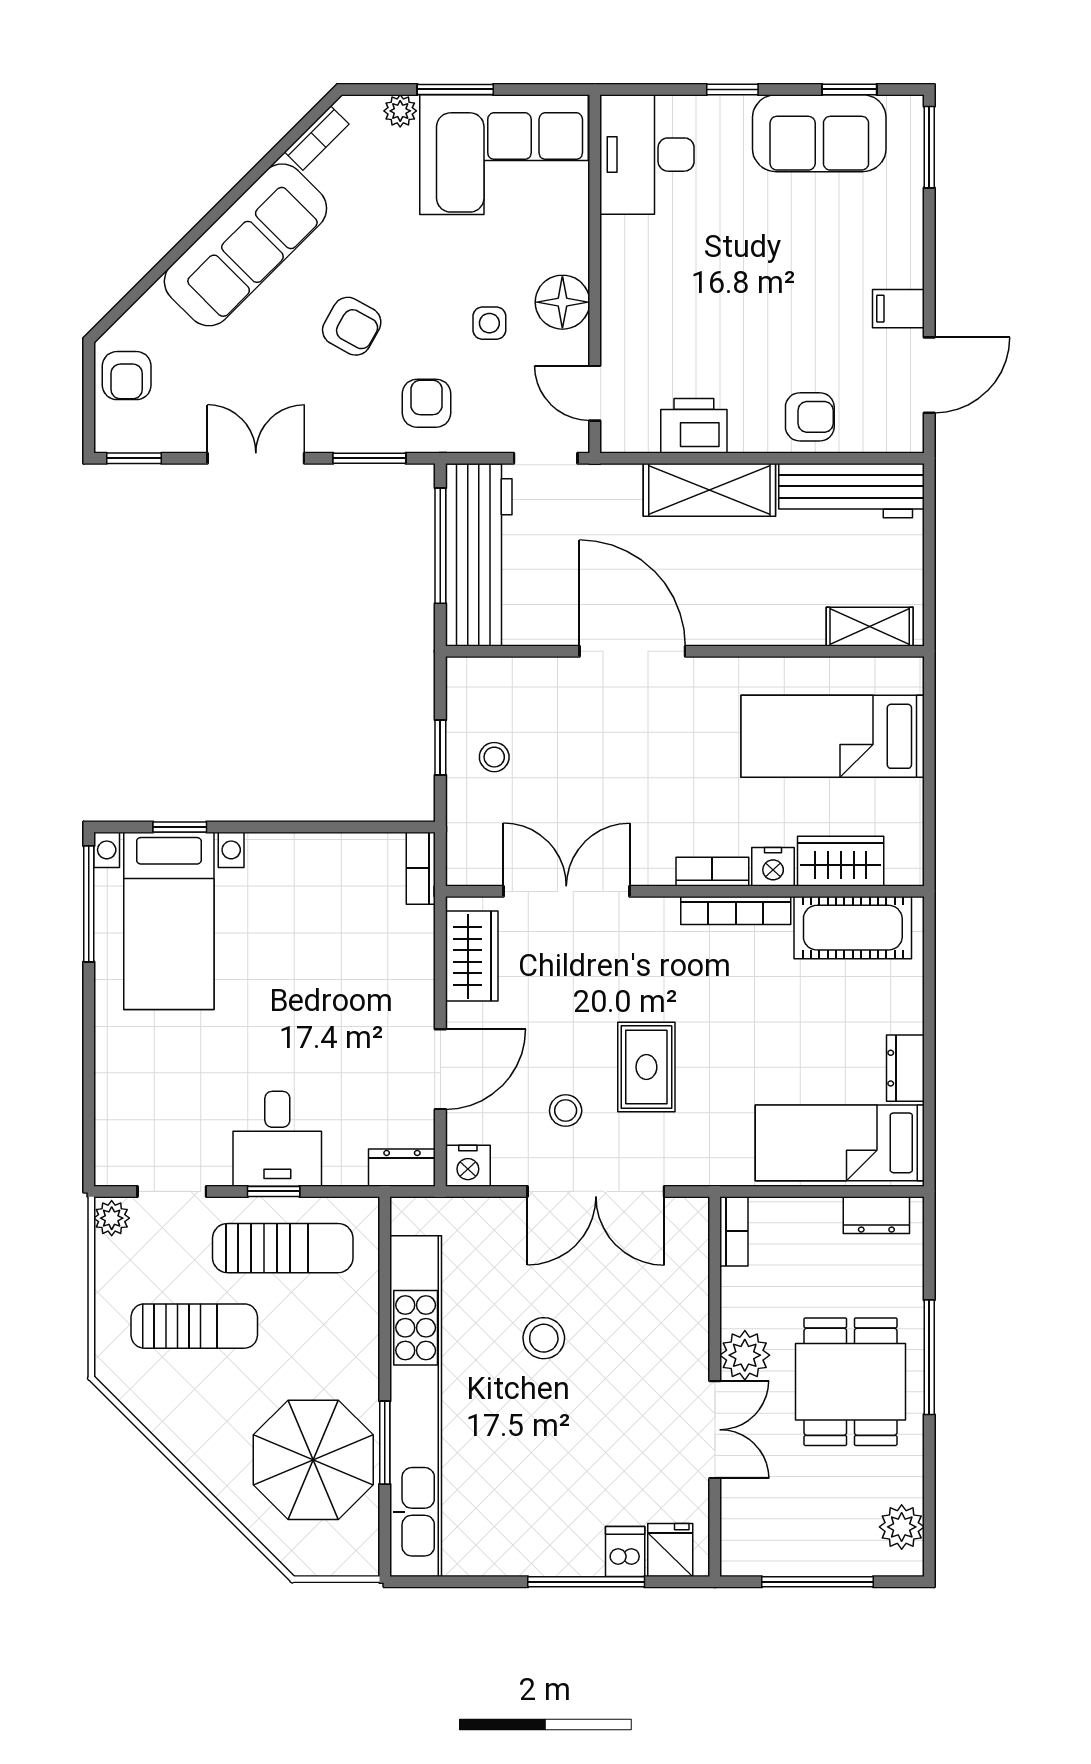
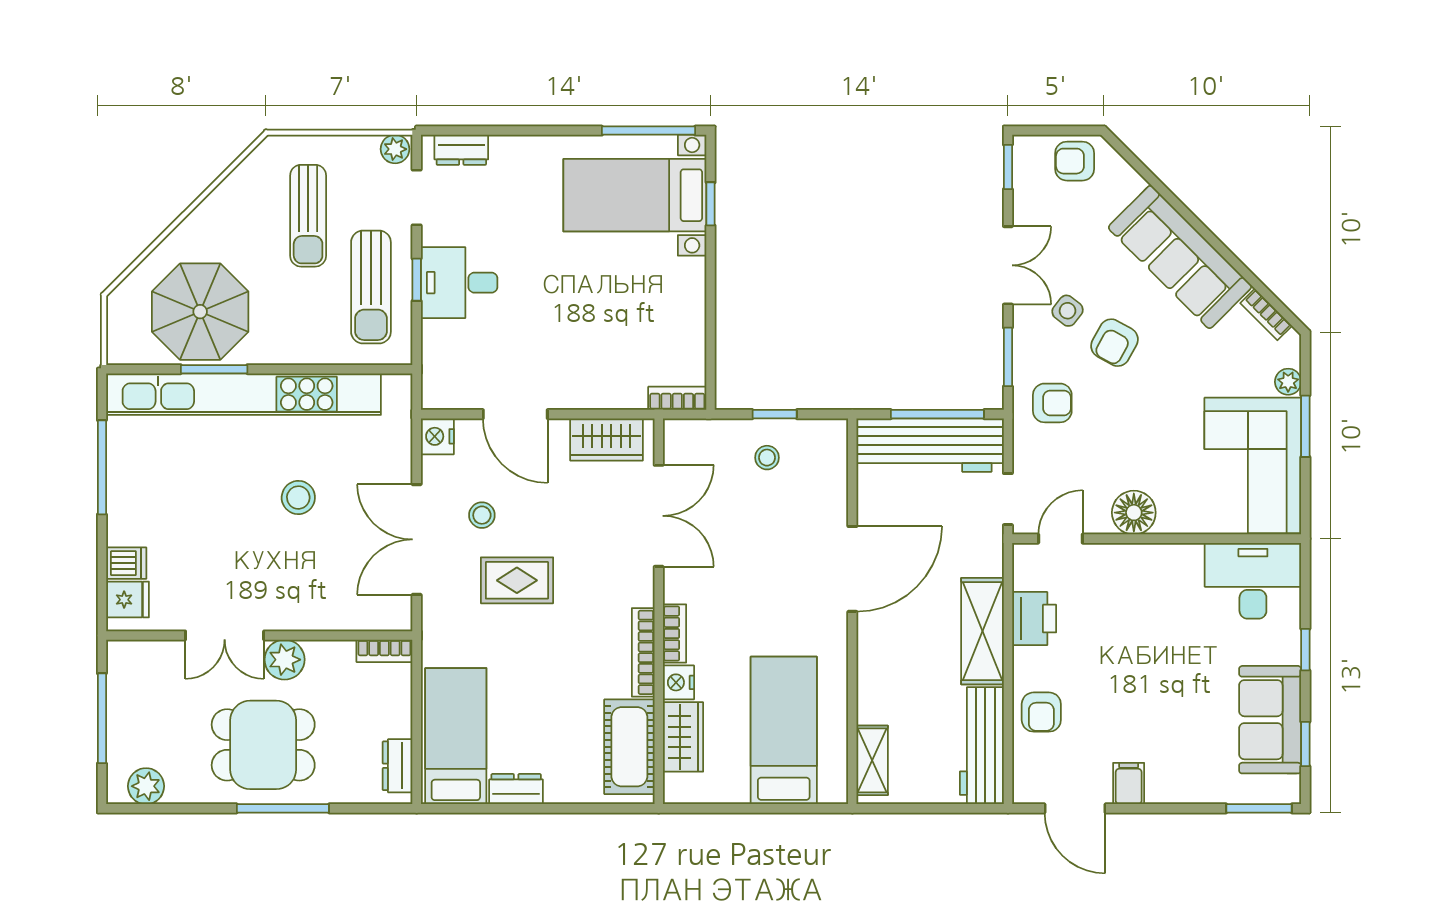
side table: (489, 323) -> (1068, 311), moved, turned 38
dresser: (402, 1168) -> (461, 150), moved, turned 90
window: (586, 1582) -> (102, 467), moved

